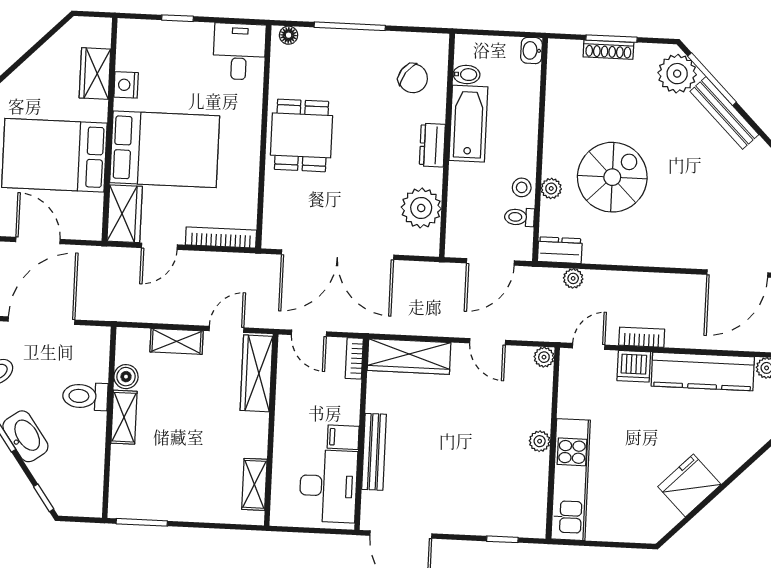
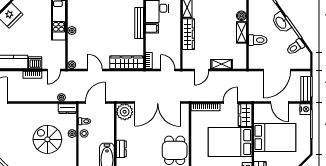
spiral stairs: (612, 177) -> (47, 139), turned 90
plant: (421, 208) -> (125, 112), moved
double door: (338, 255) -> (158, 103), swing flipped
wardrobe: (256, 373) -> (188, 34), moved
boiler: (126, 377) -> (241, 16), moved

